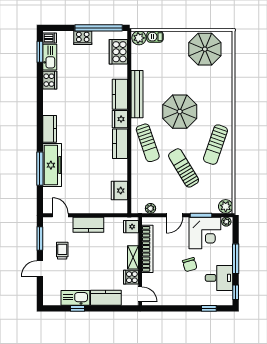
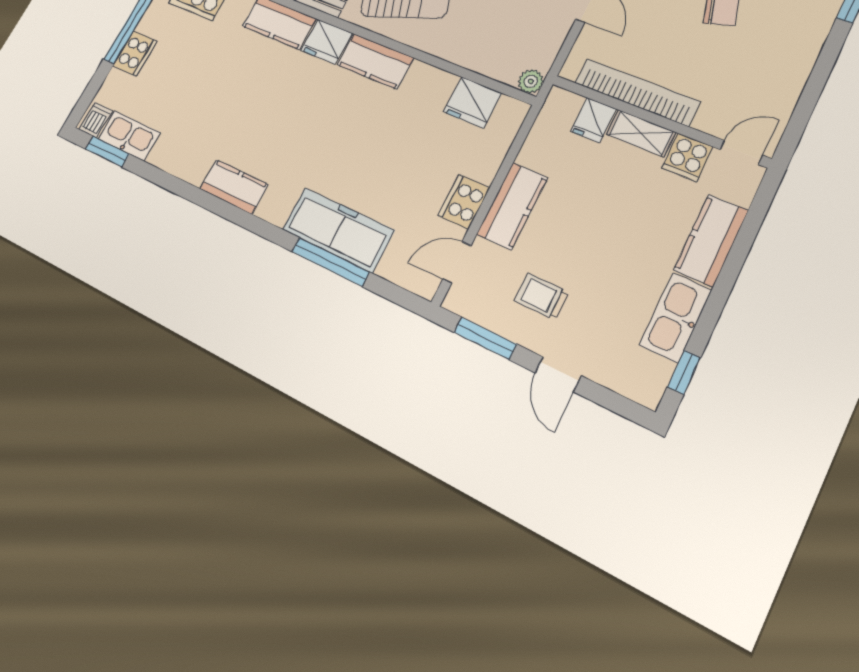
cooker: (50, 80) -> (464, 202), moved, turned -90
kitchen counter: (50, 129) -> (234, 187), moved
plant: (150, 208) -> (531, 81), moved
fridge: (131, 227) -> (593, 120), moved
window: (77, 308) -> (684, 372), moved

